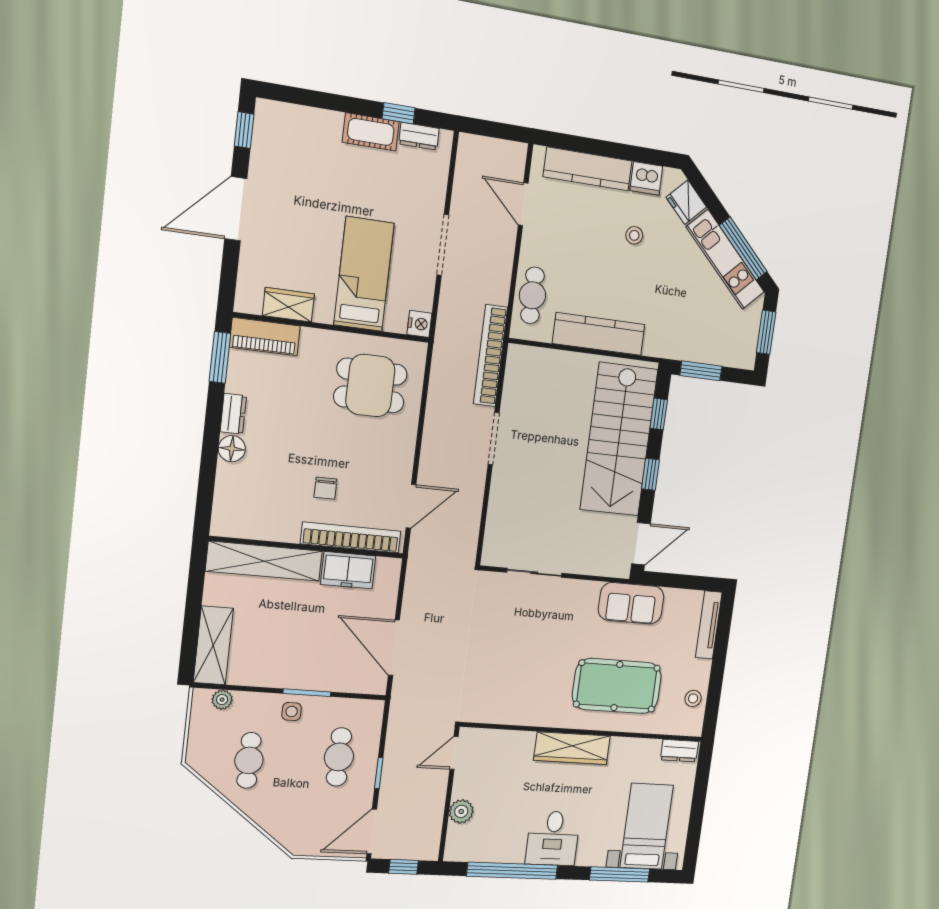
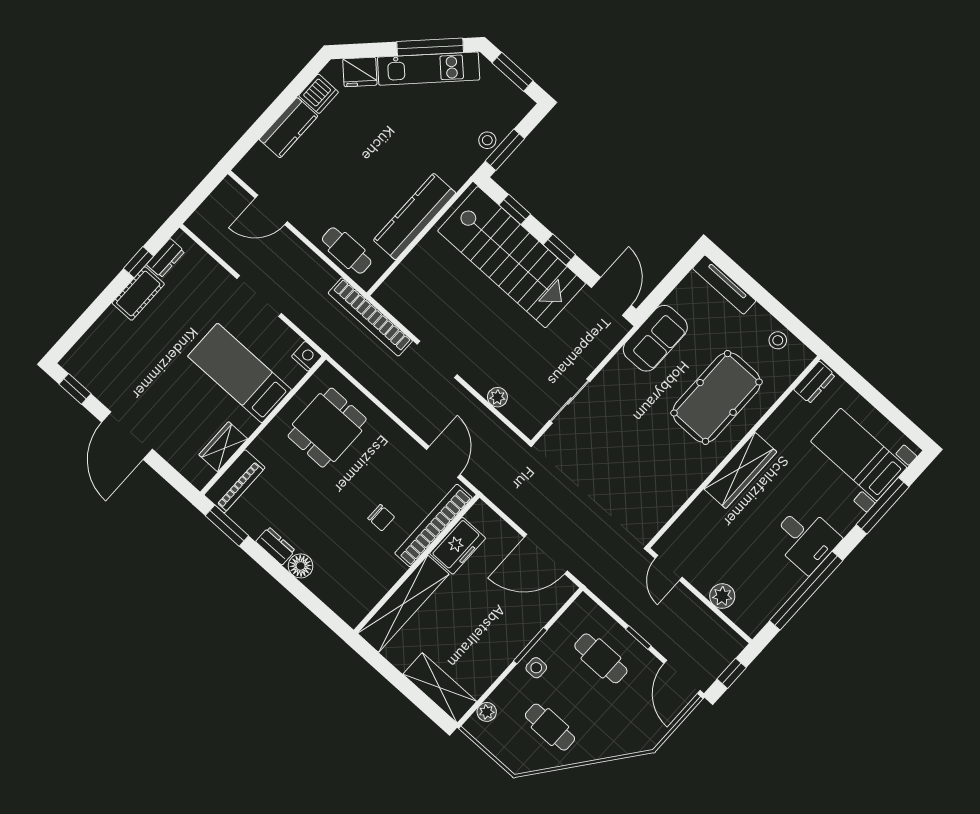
kitchen counter: (588, 169) -> (289, 128), width x0.67
stool: (634, 235) -> (487, 140), moved
plant: (497, 512) -> (497, 397), added

